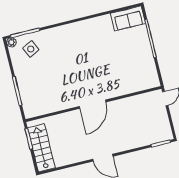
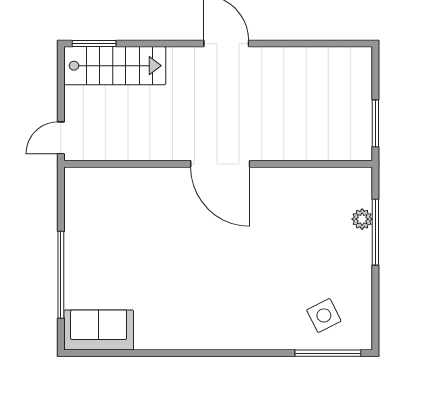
plant: (11, 42) -> (362, 219), moved
door: (93, 104) -> (220, 164), swing flipped
stairs: (41, 148) -> (115, 66), moved, turned -90

